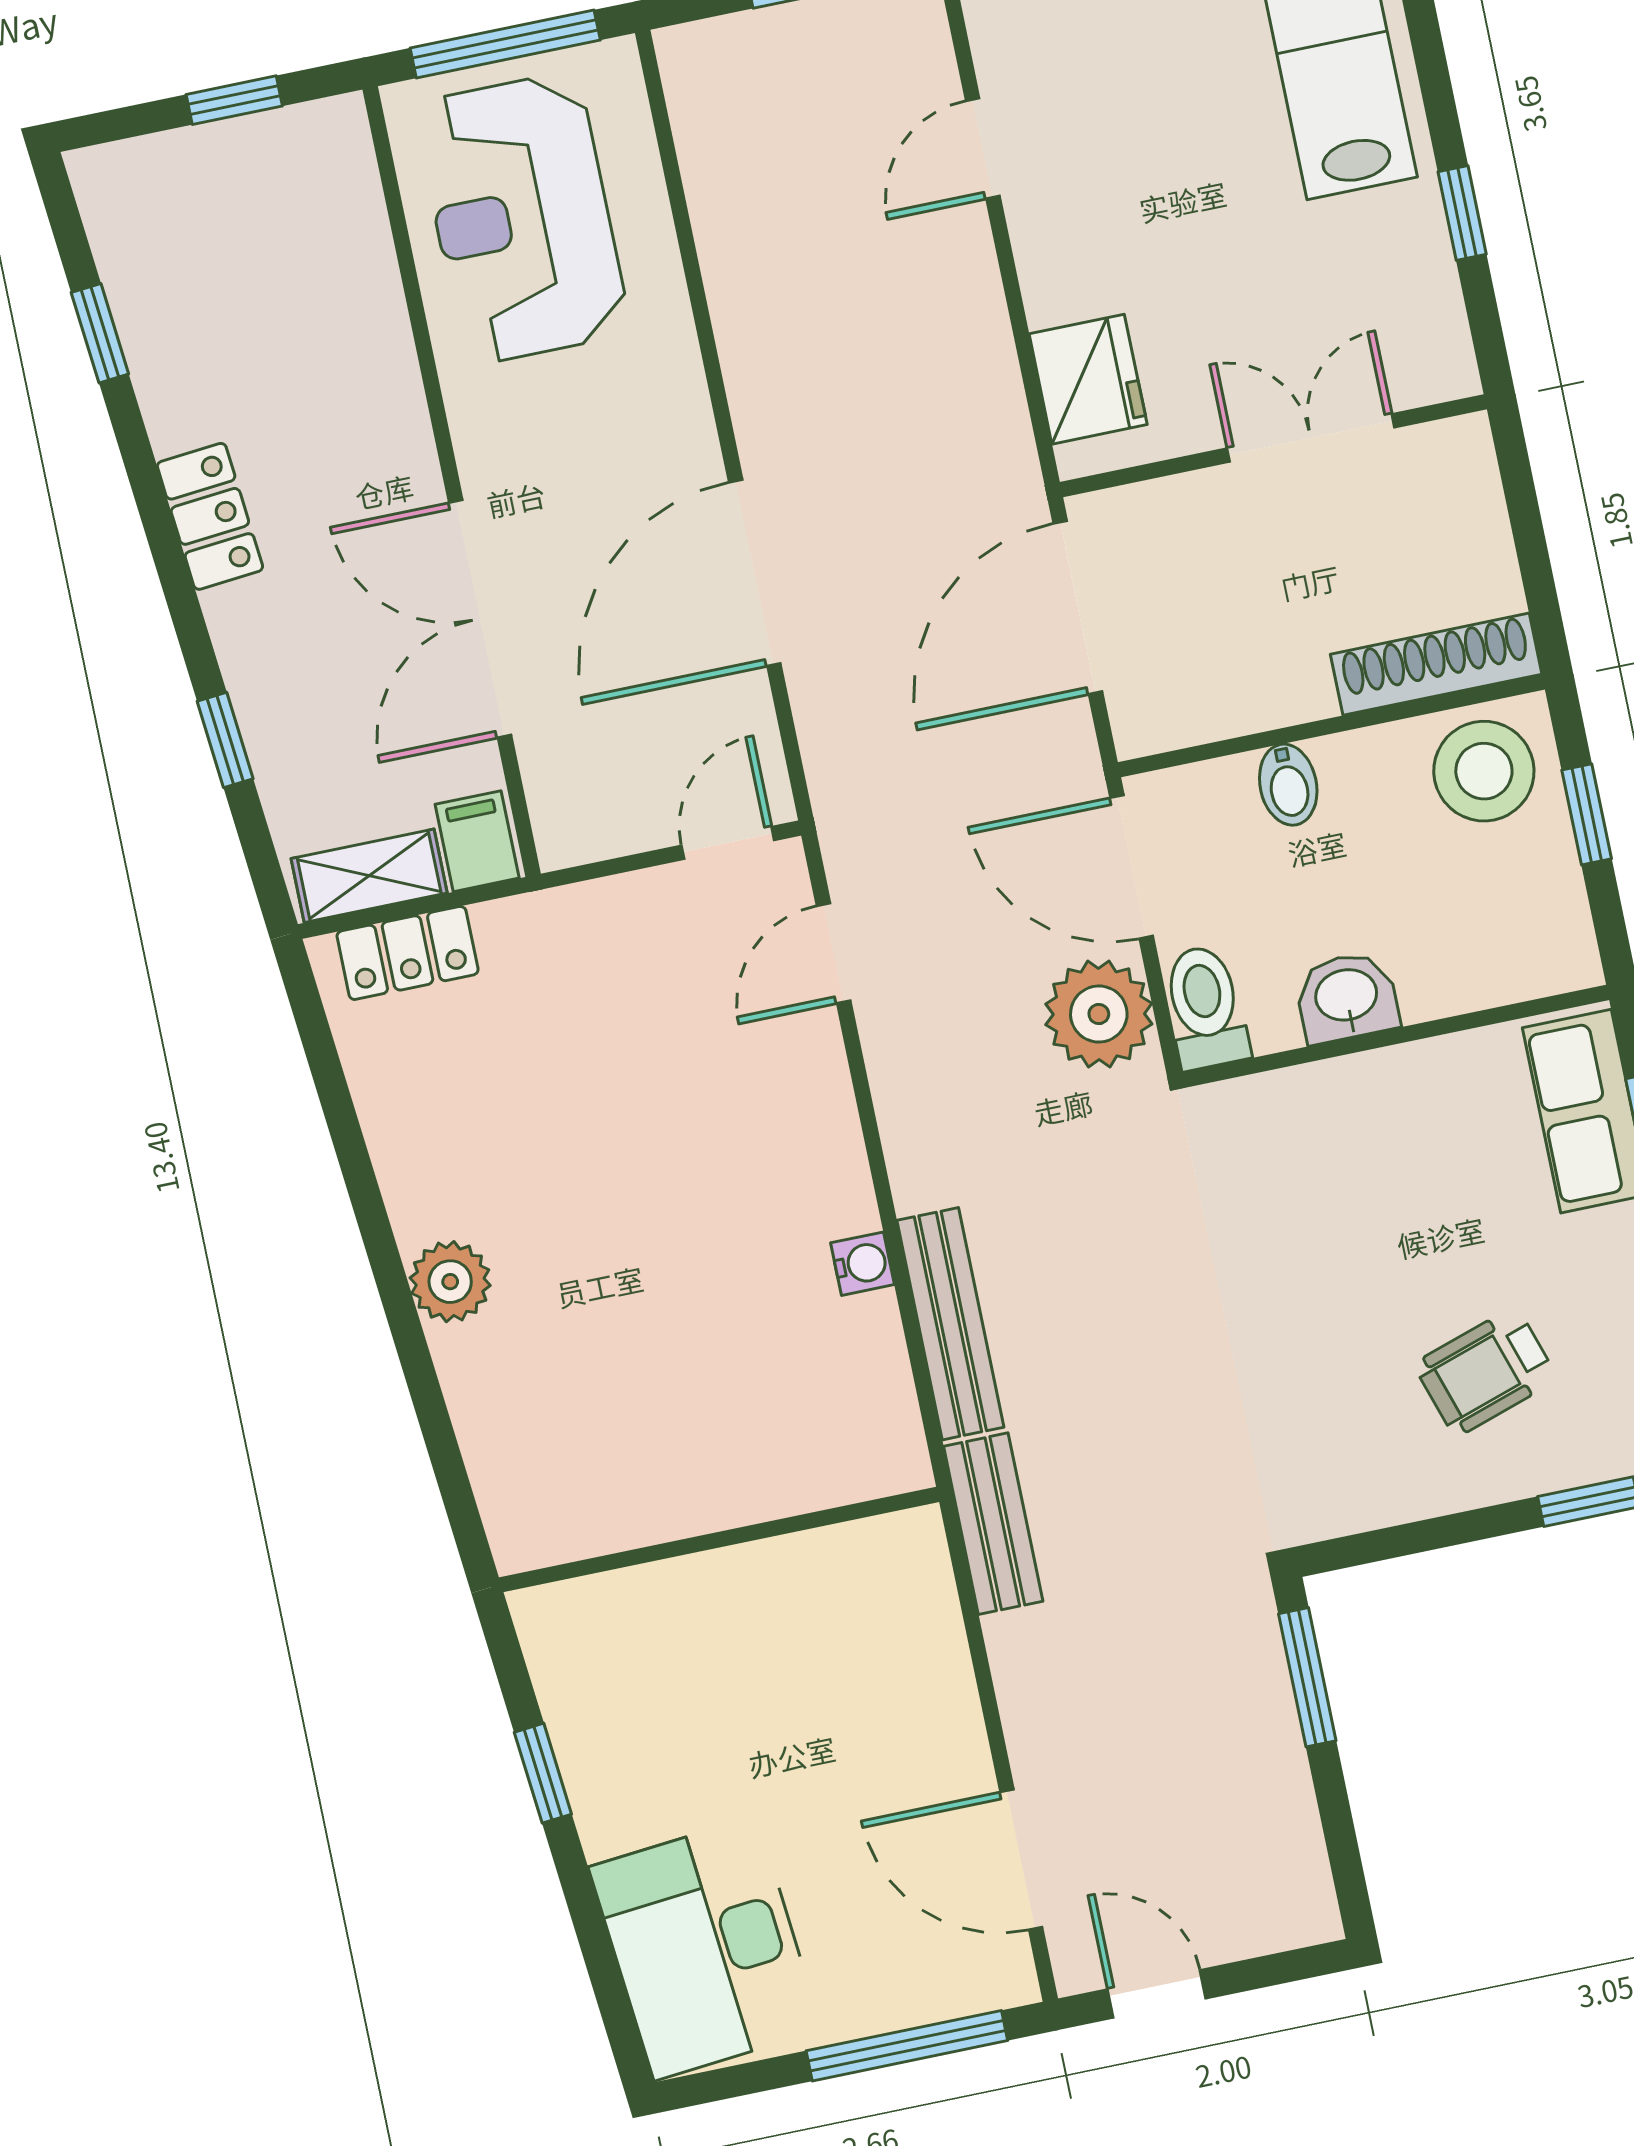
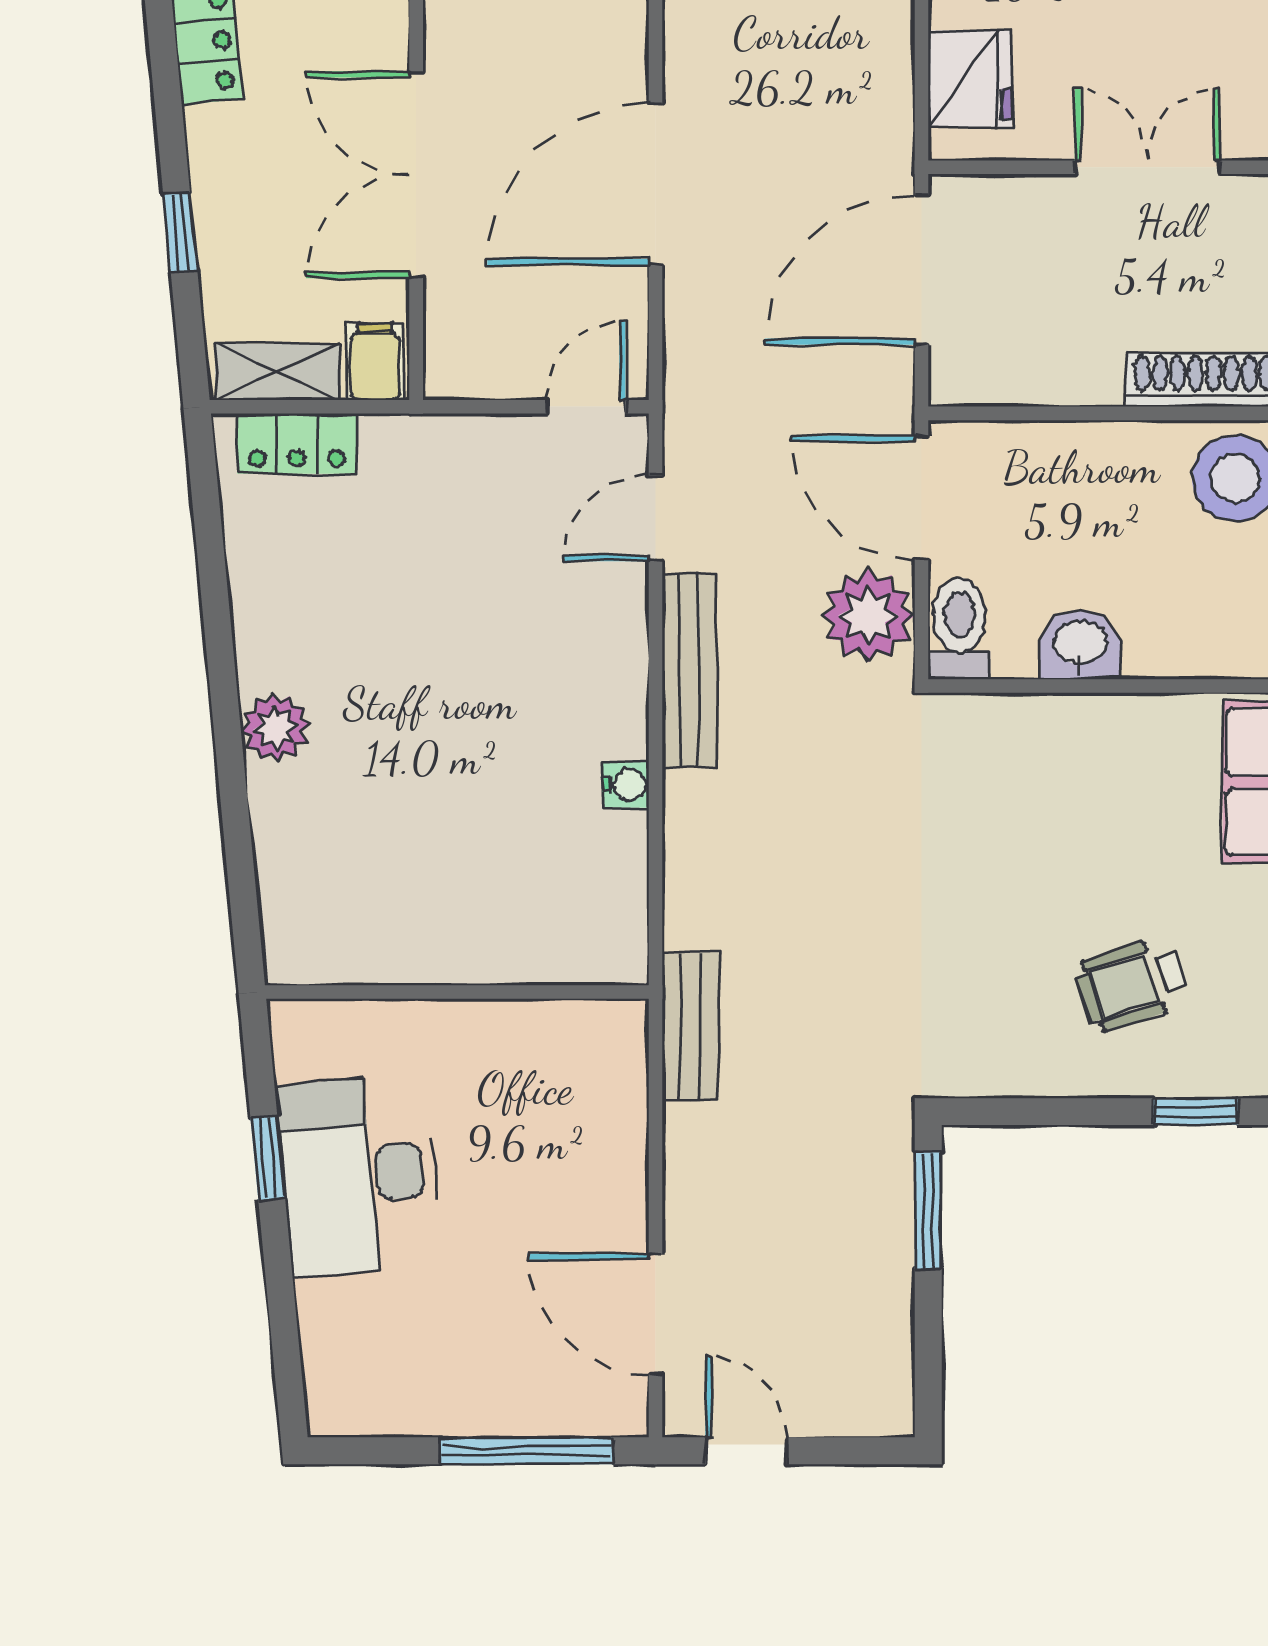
bidet: (1288, 785) -> (1068, 455), removed
bench: (950, 1324) -> (689, 670), moved
desk: (705, 1948) -> (359, 1175), moved

